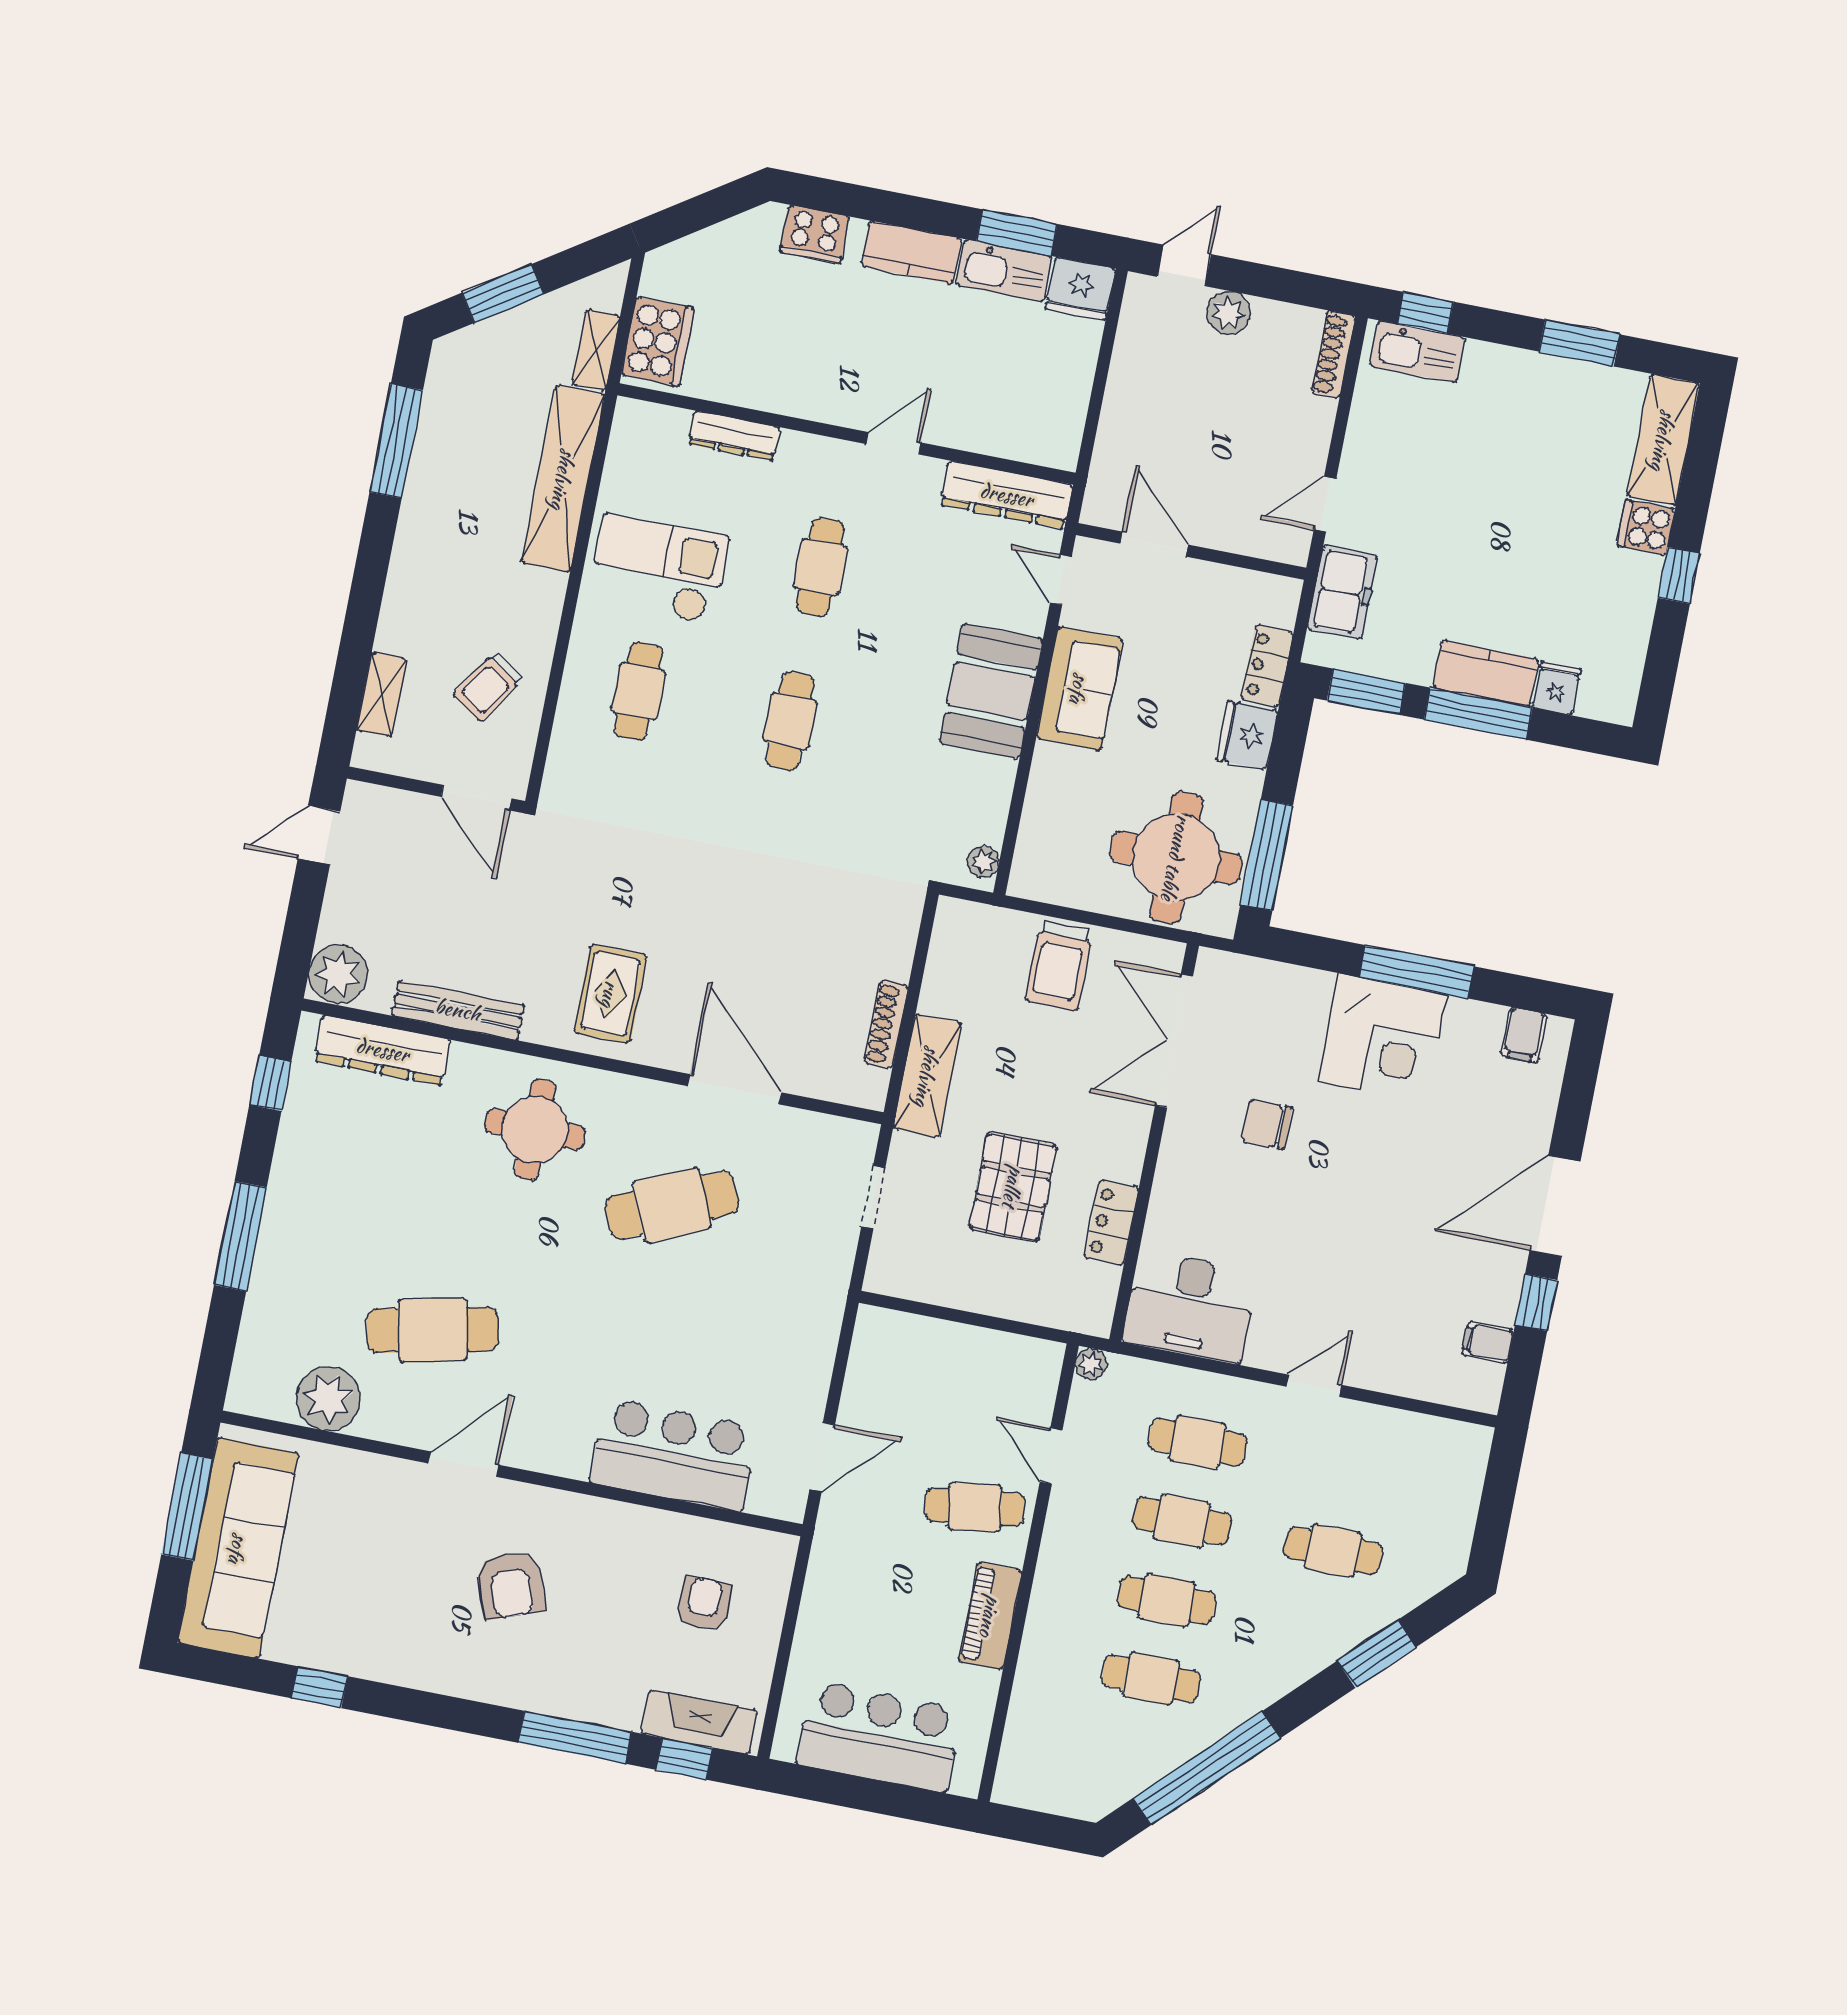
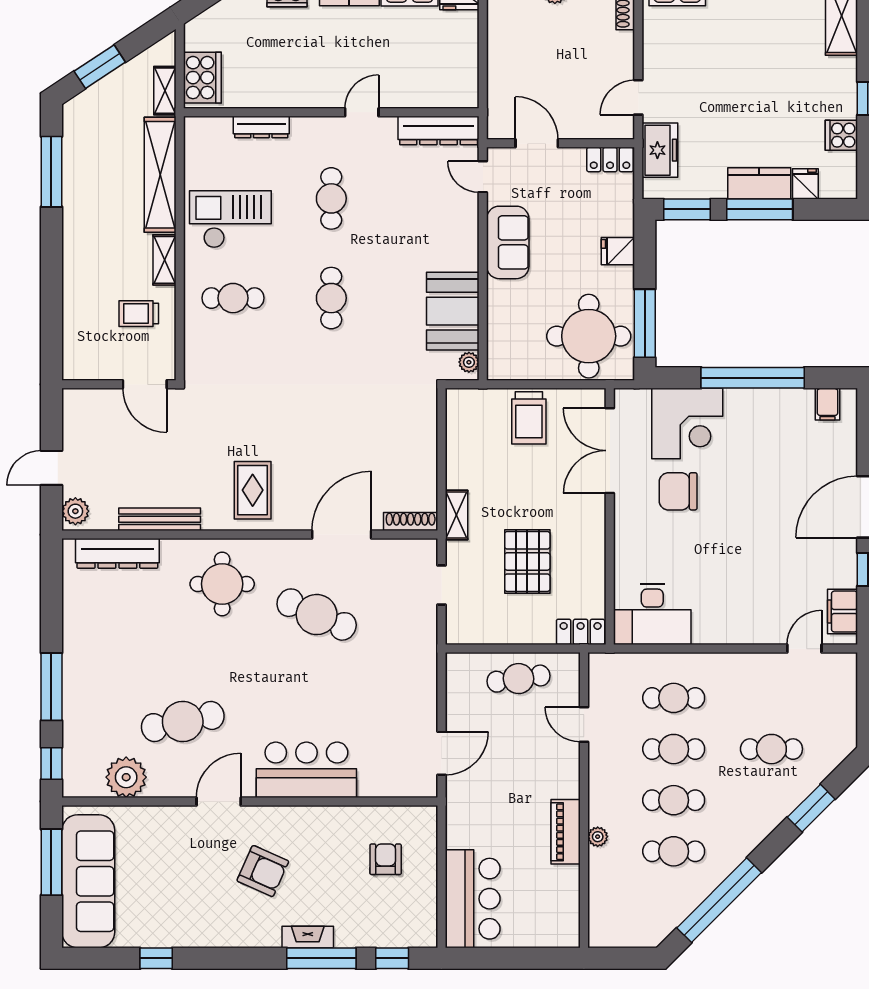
cooker: (1646, 527) -> (841, 135), moved
locker: (1267, 666) -> (610, 160), moved, turned -90
trolley: (488, 686) -> (139, 314), turned 56
cafe table: (638, 691) -> (233, 298), turned 90
booth: (991, 691) -> (453, 311), moved
shelving: (381, 695) -> (164, 260), moved
fridge: (1247, 735) -> (618, 251), width x0.72
door: (319, 835) -> (51, 468), moved
window: (1417, 972) -> (753, 378), width x1.46
plant: (338, 974) -> (75, 511), width x0.73, depth x0.73
shoe rack: (886, 1024) -> (411, 522), moved, turned 90
corner desk: (1382, 1038) -> (687, 424), moved
shelving: (927, 1076) -> (456, 515), width x0.67, depth x0.75
window: (270, 1083) -> (51, 764), moved
door: (735, 1089) -> (342, 535), hinge flipped
chair: (1267, 1124) -> (678, 491), width x1.37, depth x1.37
cafe table: (672, 1205) -> (317, 615), turned 48
locker: (1112, 1222) -> (581, 632), moved, turned 90
filing cabinet: (1488, 1342) -> (842, 612), width x2.00
plant: (1091, 1364) -> (598, 837), moved
door: (1314, 1386) -> (804, 649), moved
bar counter: (674, 1454) -> (306, 770), moved
cafe table: (975, 1507) -> (519, 679), moved
armchair: (511, 1585) -> (263, 871), turned -46
fireplace: (699, 1722) -> (308, 937), moved, width x0.73, depth x0.76
bar counter: (879, 1736) -> (473, 899), moved, turned 90

